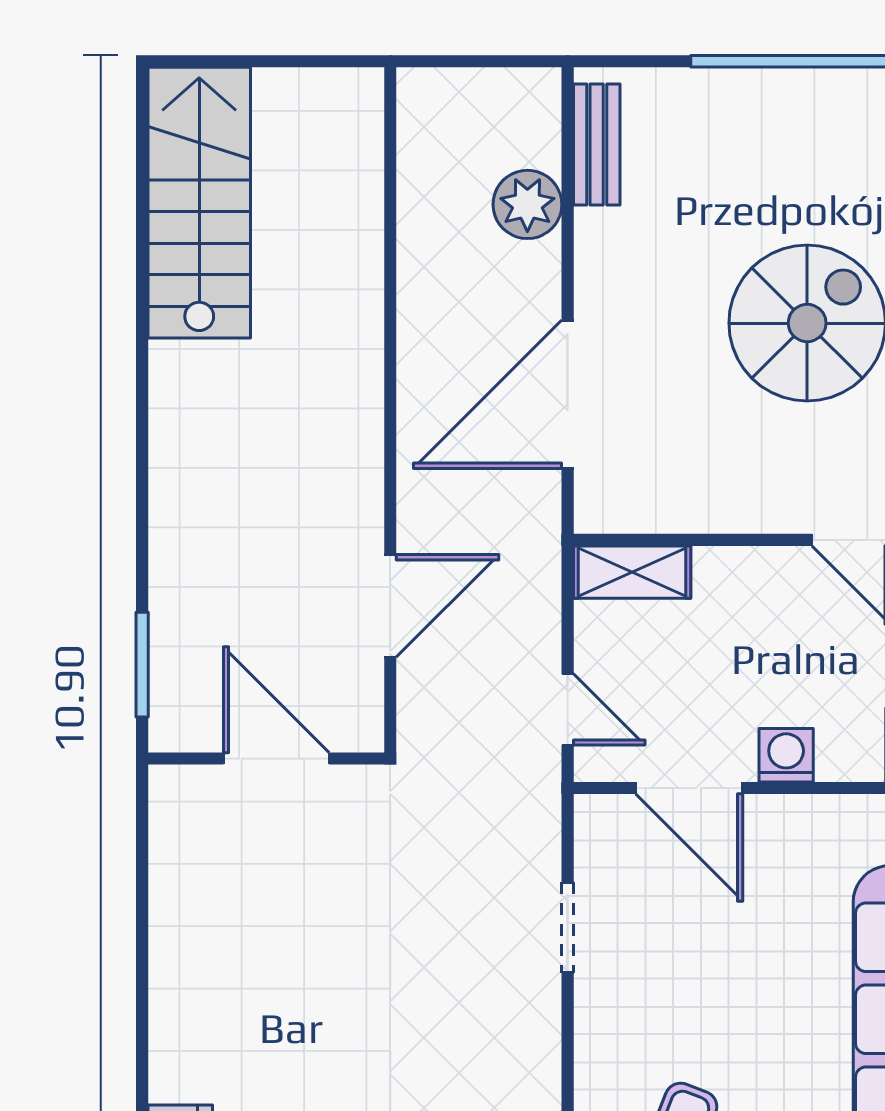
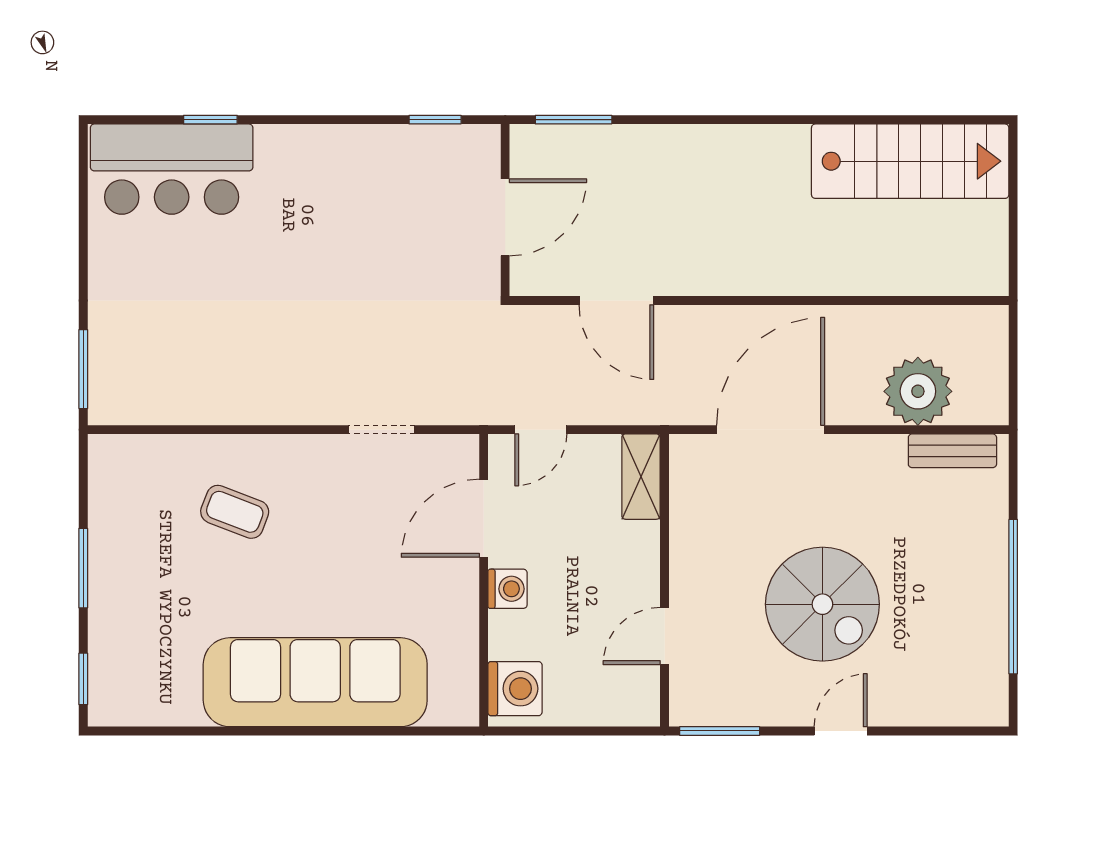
plant: (527, 204) -> (918, 391), width x1.36, depth x1.36
door: (568, 394) -> (771, 430), hinge flipped
window: (142, 855) -> (435, 120), added

